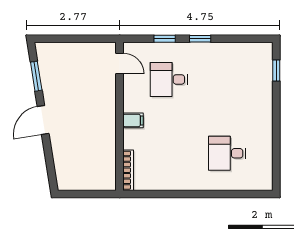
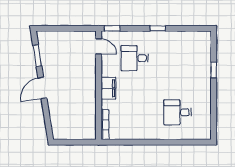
window: (165, 39) -> (112, 28), moved
window: (276, 71) -> (214, 70), moved
filing cabinet: (133, 120) -> (108, 88), width x2.00

